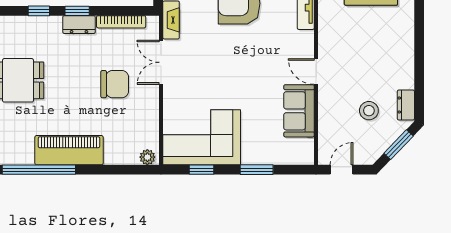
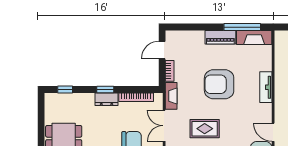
window: (39, 11) -> (65, 90), moved
rug: (219, 66) -> (205, 129), added

